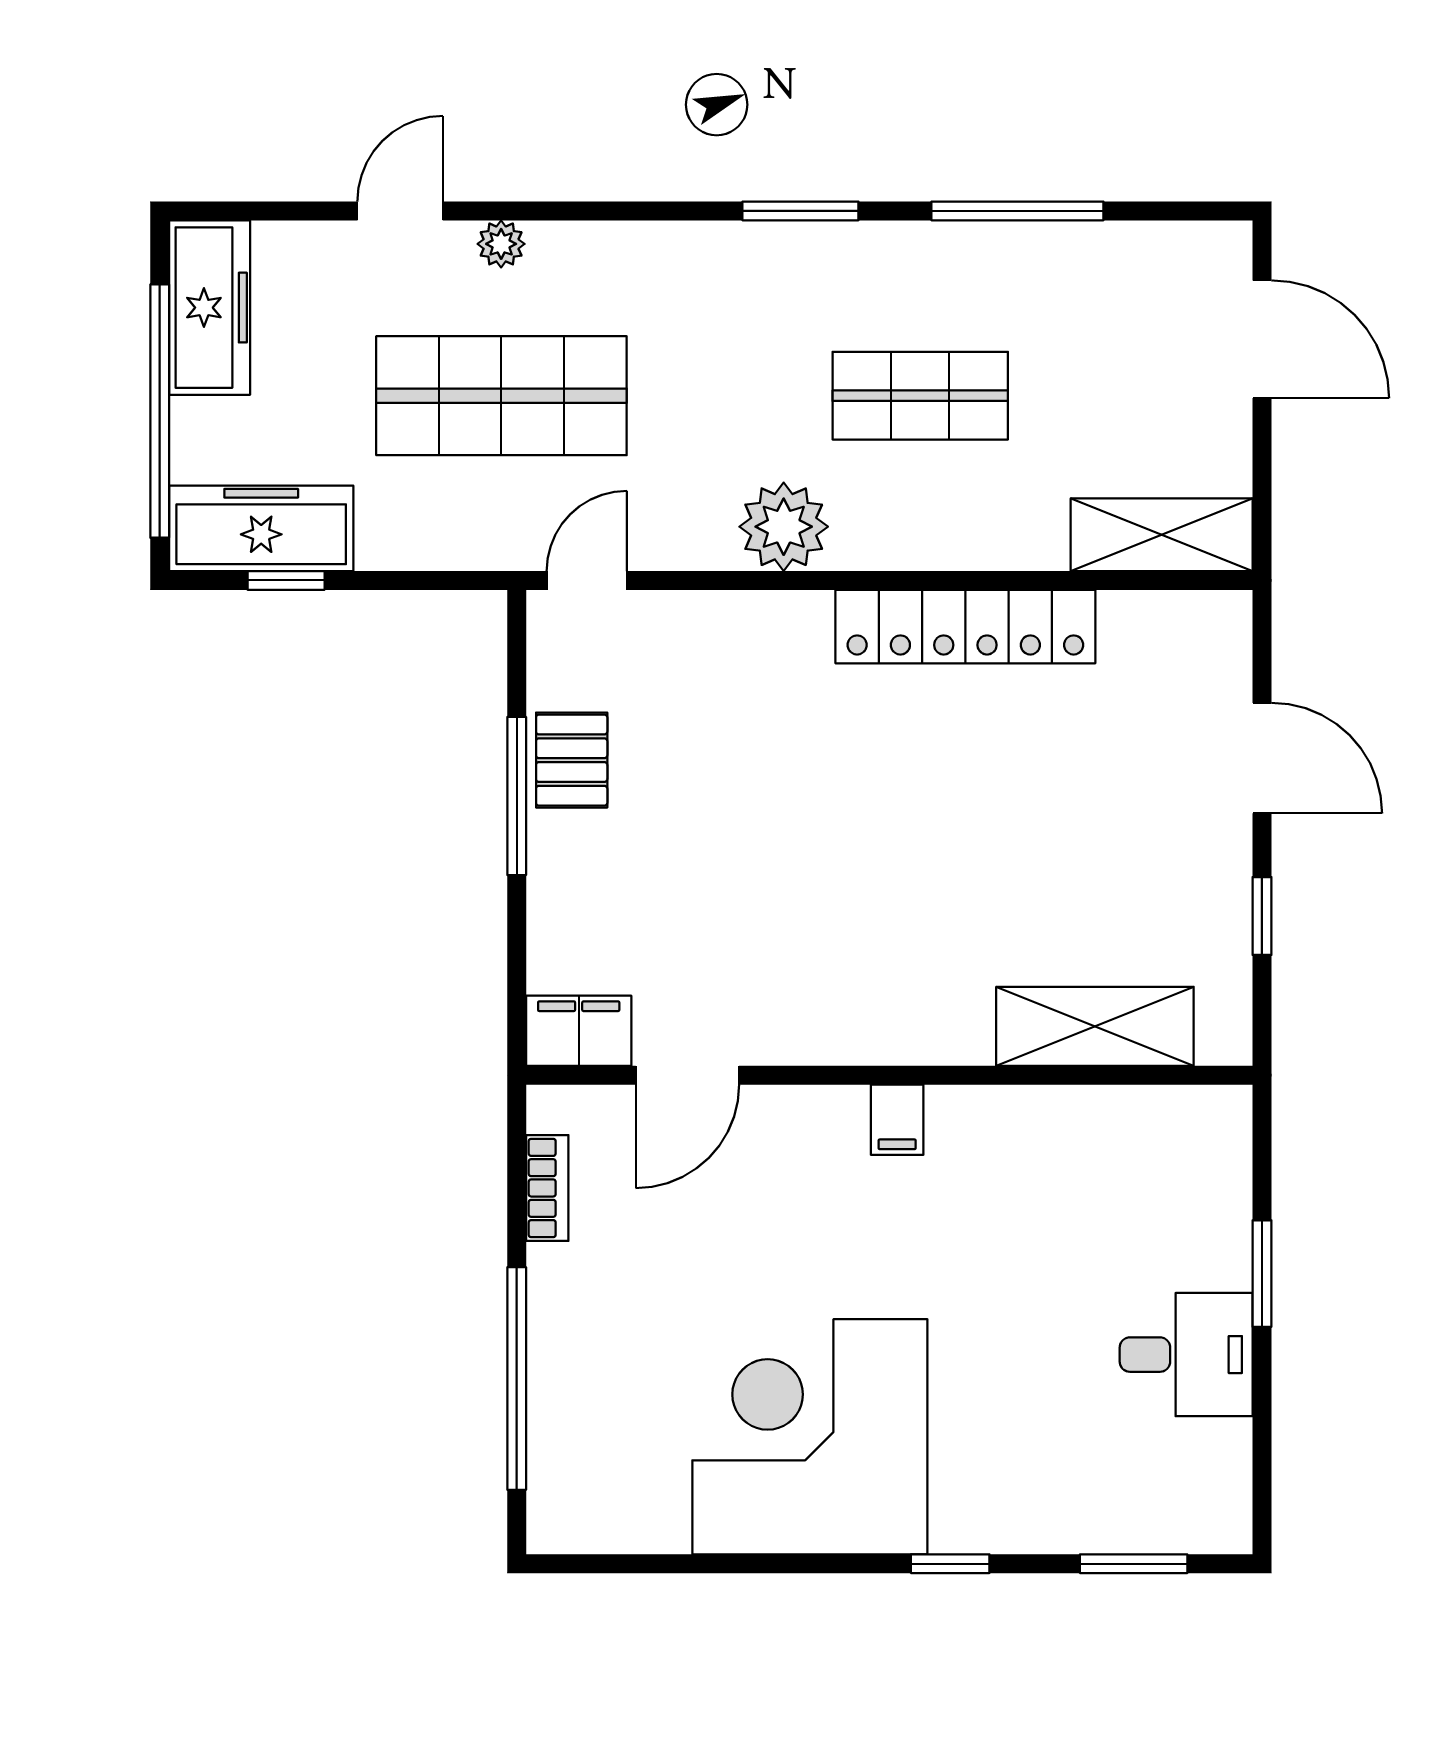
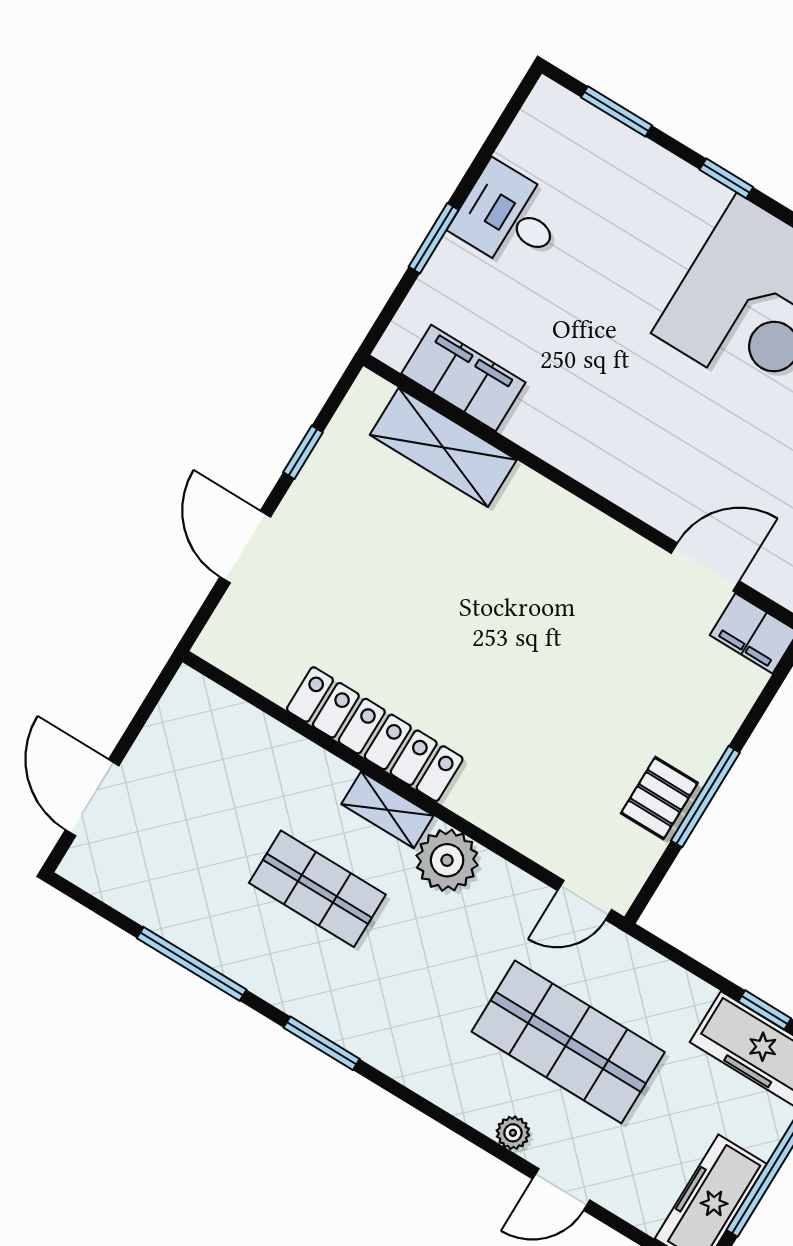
shelving: (1162, 535) -> (387, 810), moved, width x0.67, depth x0.75
filing cabinet: (897, 1120) -> (463, 378), moved, width x3.00, depth x1.17

